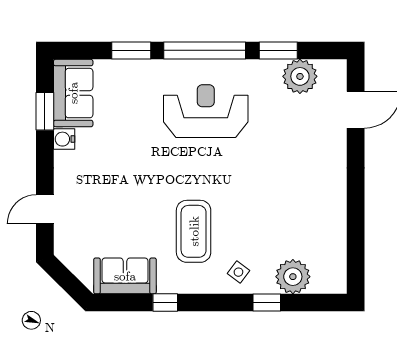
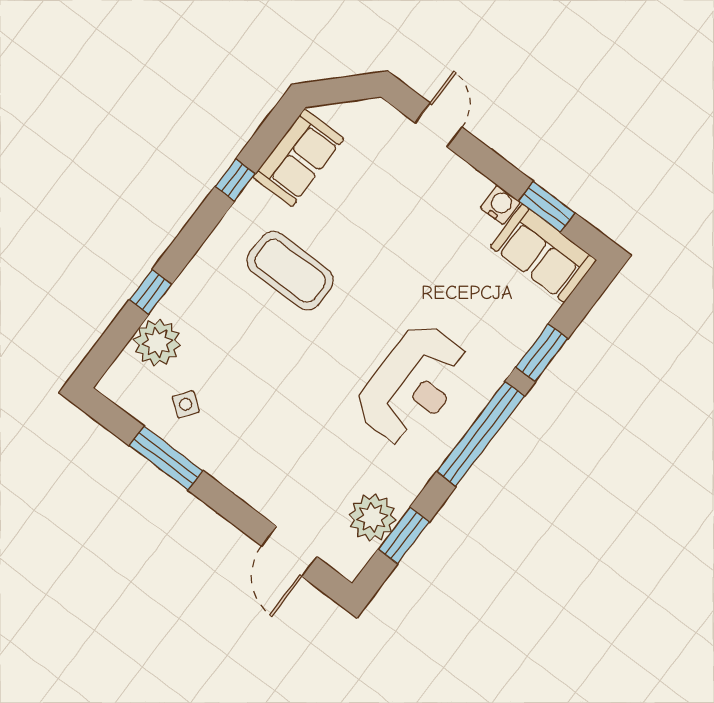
window: (278, 50) -> (404, 536), moved
window: (356, 221) -> (166, 458), added
side table: (238, 272) -> (186, 404), moved

